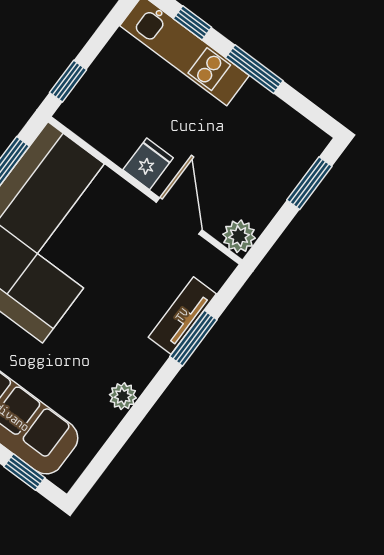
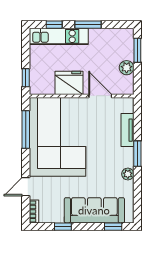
fridge: (148, 164) -> (69, 83), width x1.88, depth x1.34
plant: (239, 236) -> (127, 68), moved
window: (193, 338) -> (137, 154), moved

